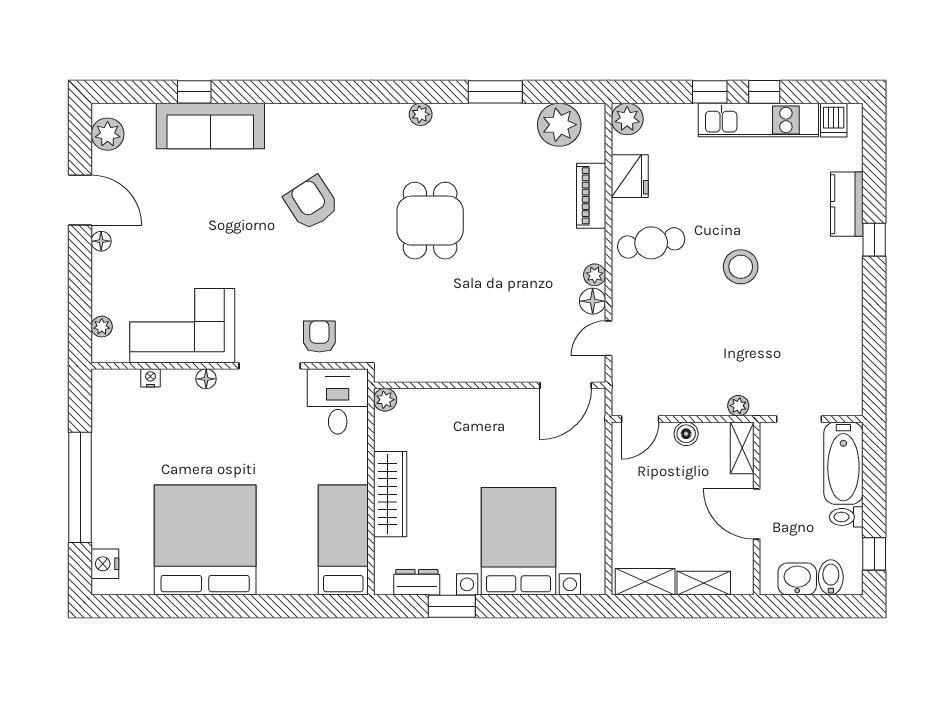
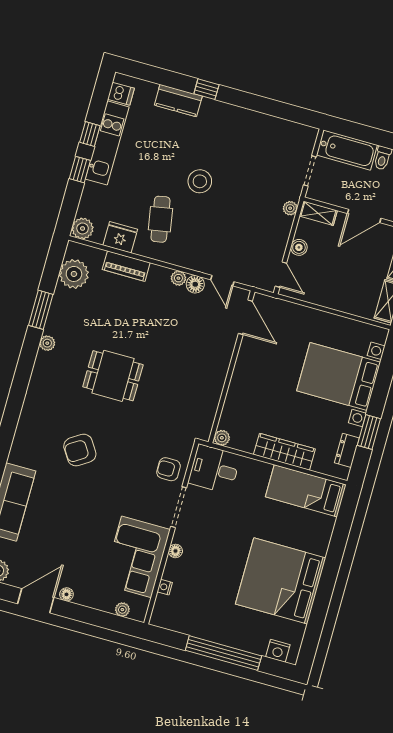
plant: (421, 114) -> (47, 343), moved
cafe table: (651, 243) -> (160, 219), moved

